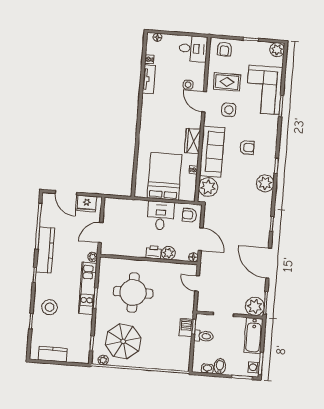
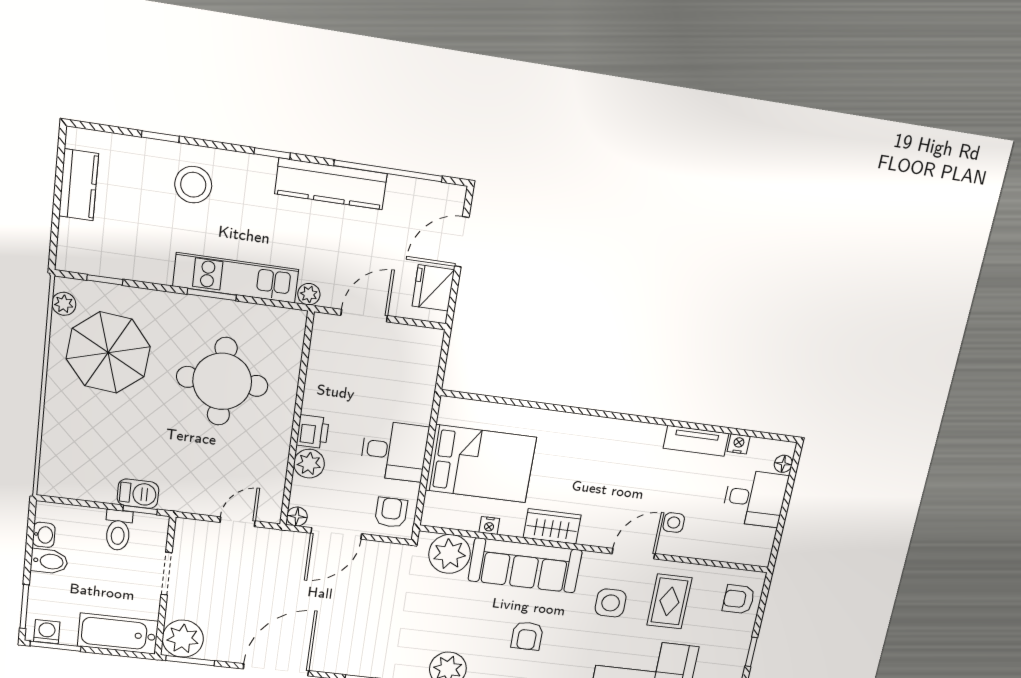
desk: (193, 49) -> (755, 498), moved, turned -90
door: (100, 233) -> (364, 316), hinge flipped

